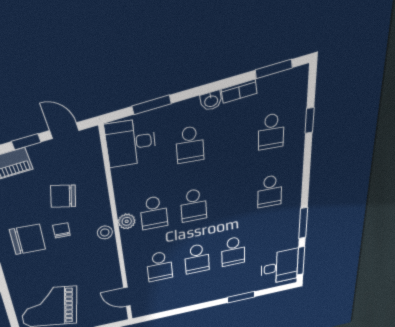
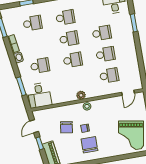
school desk: (154, 213) -> (69, 39), moved

